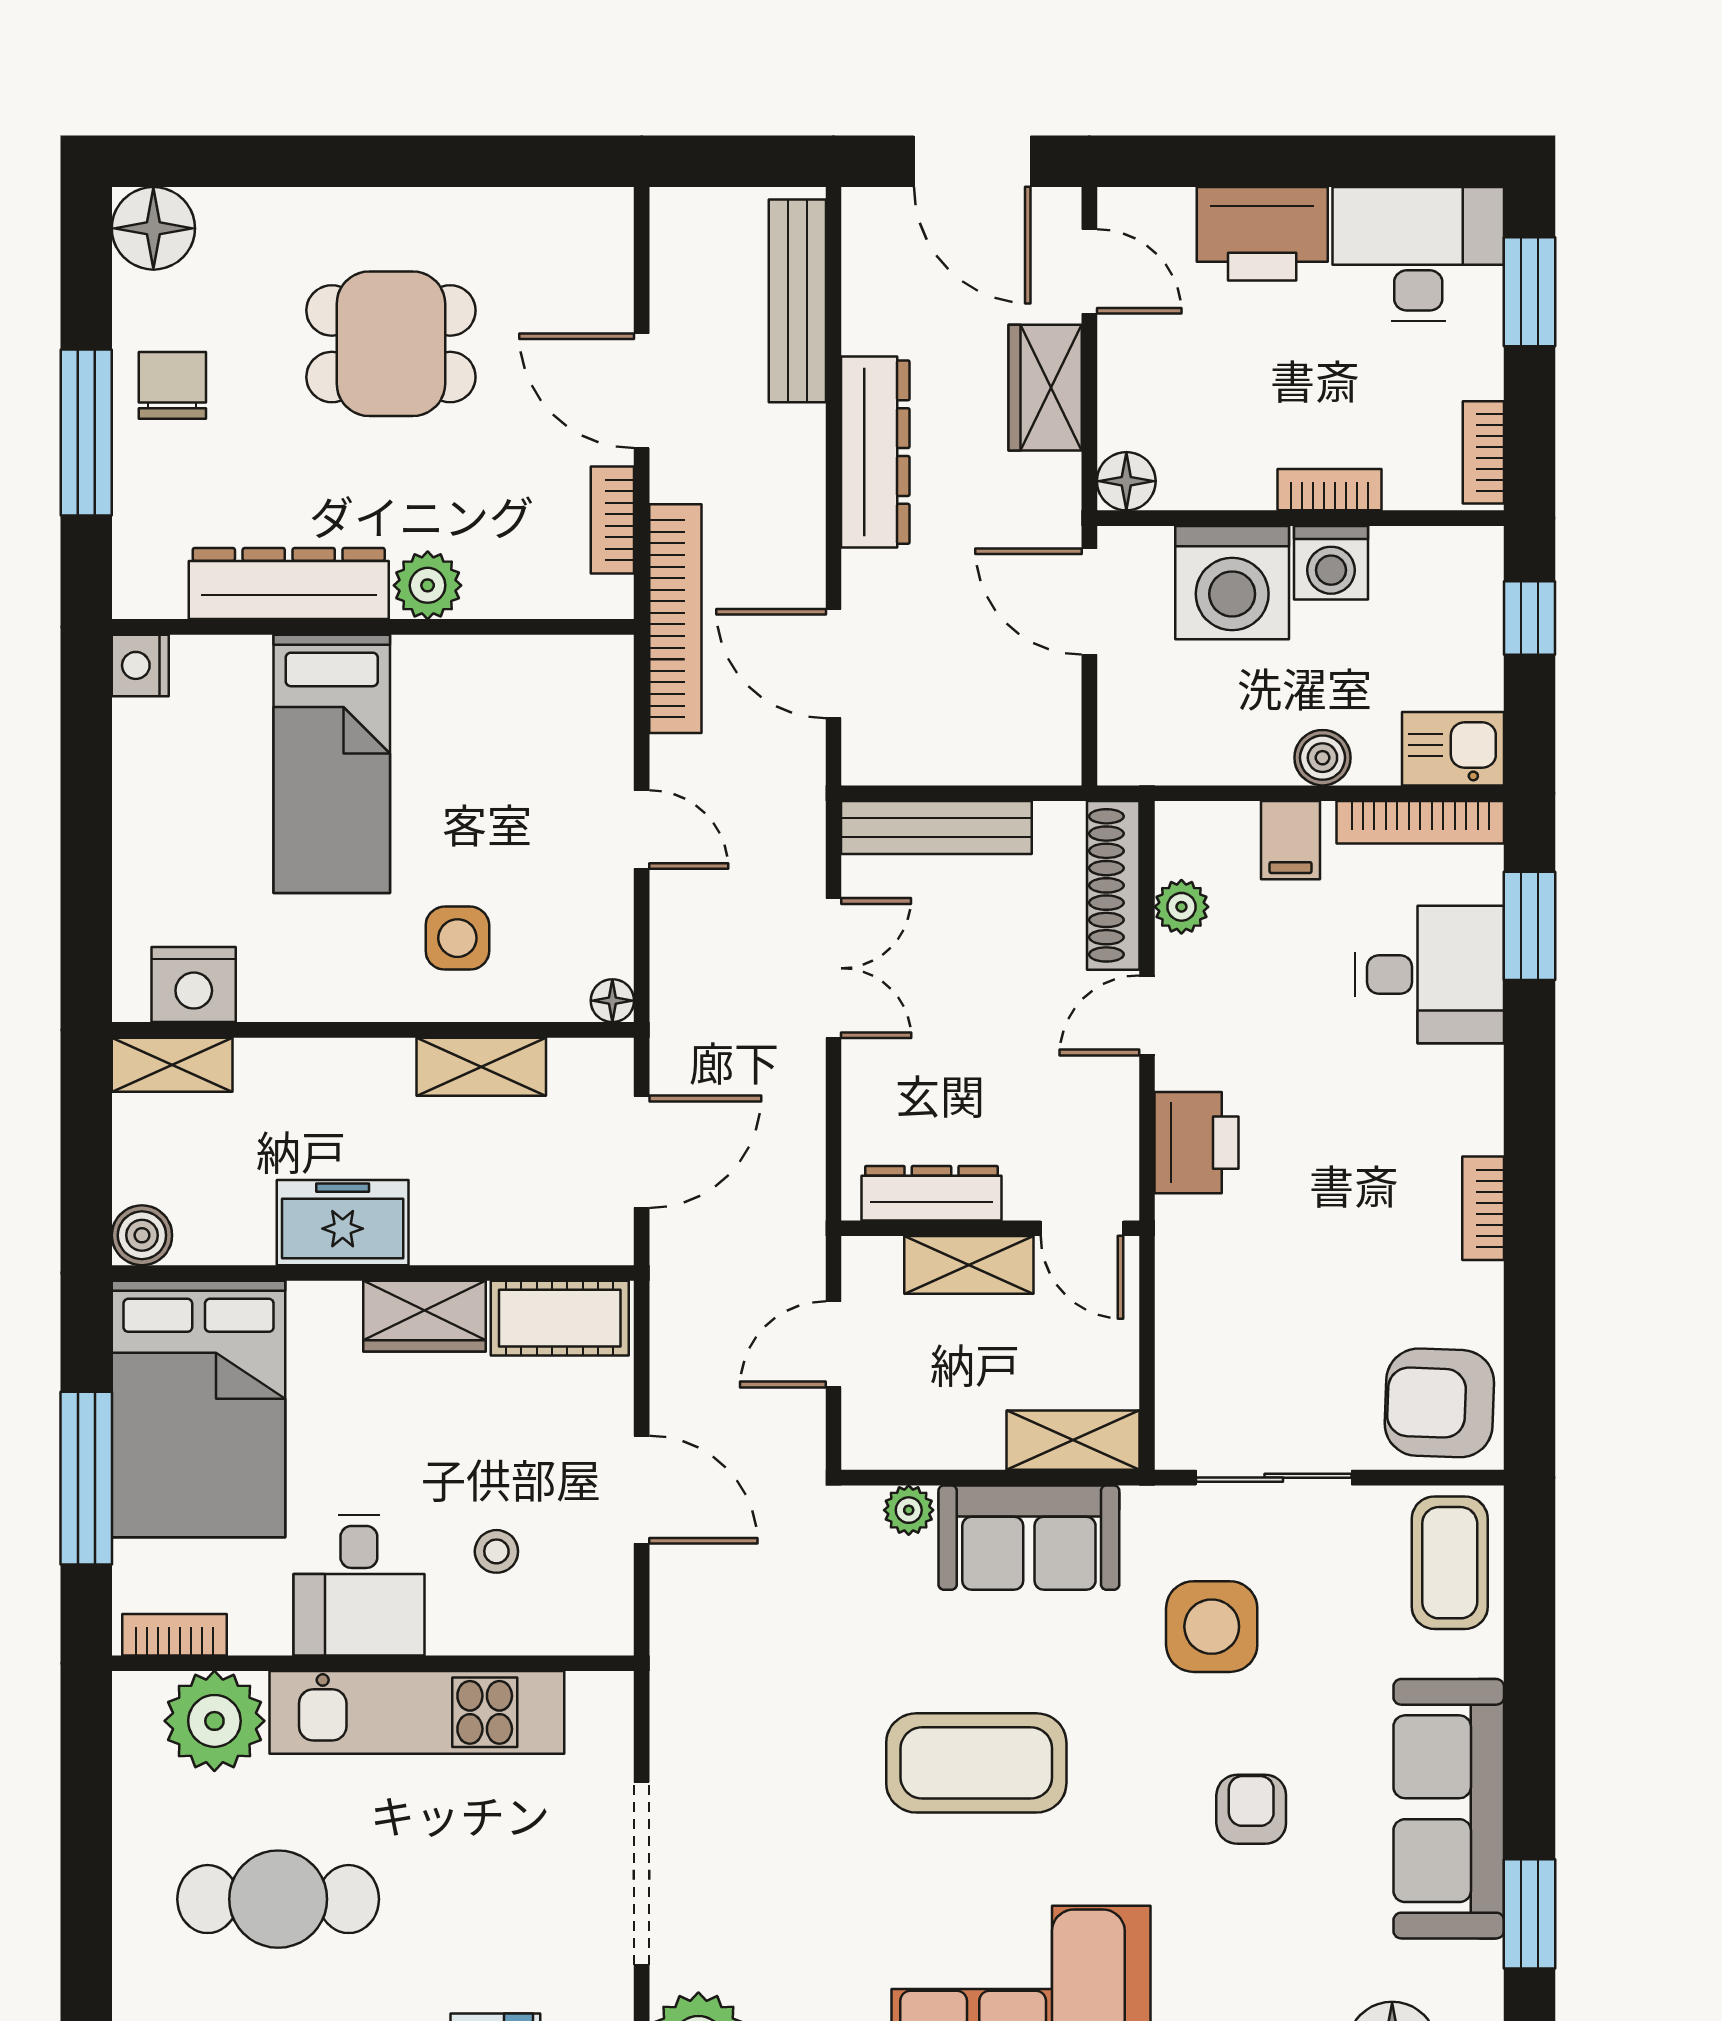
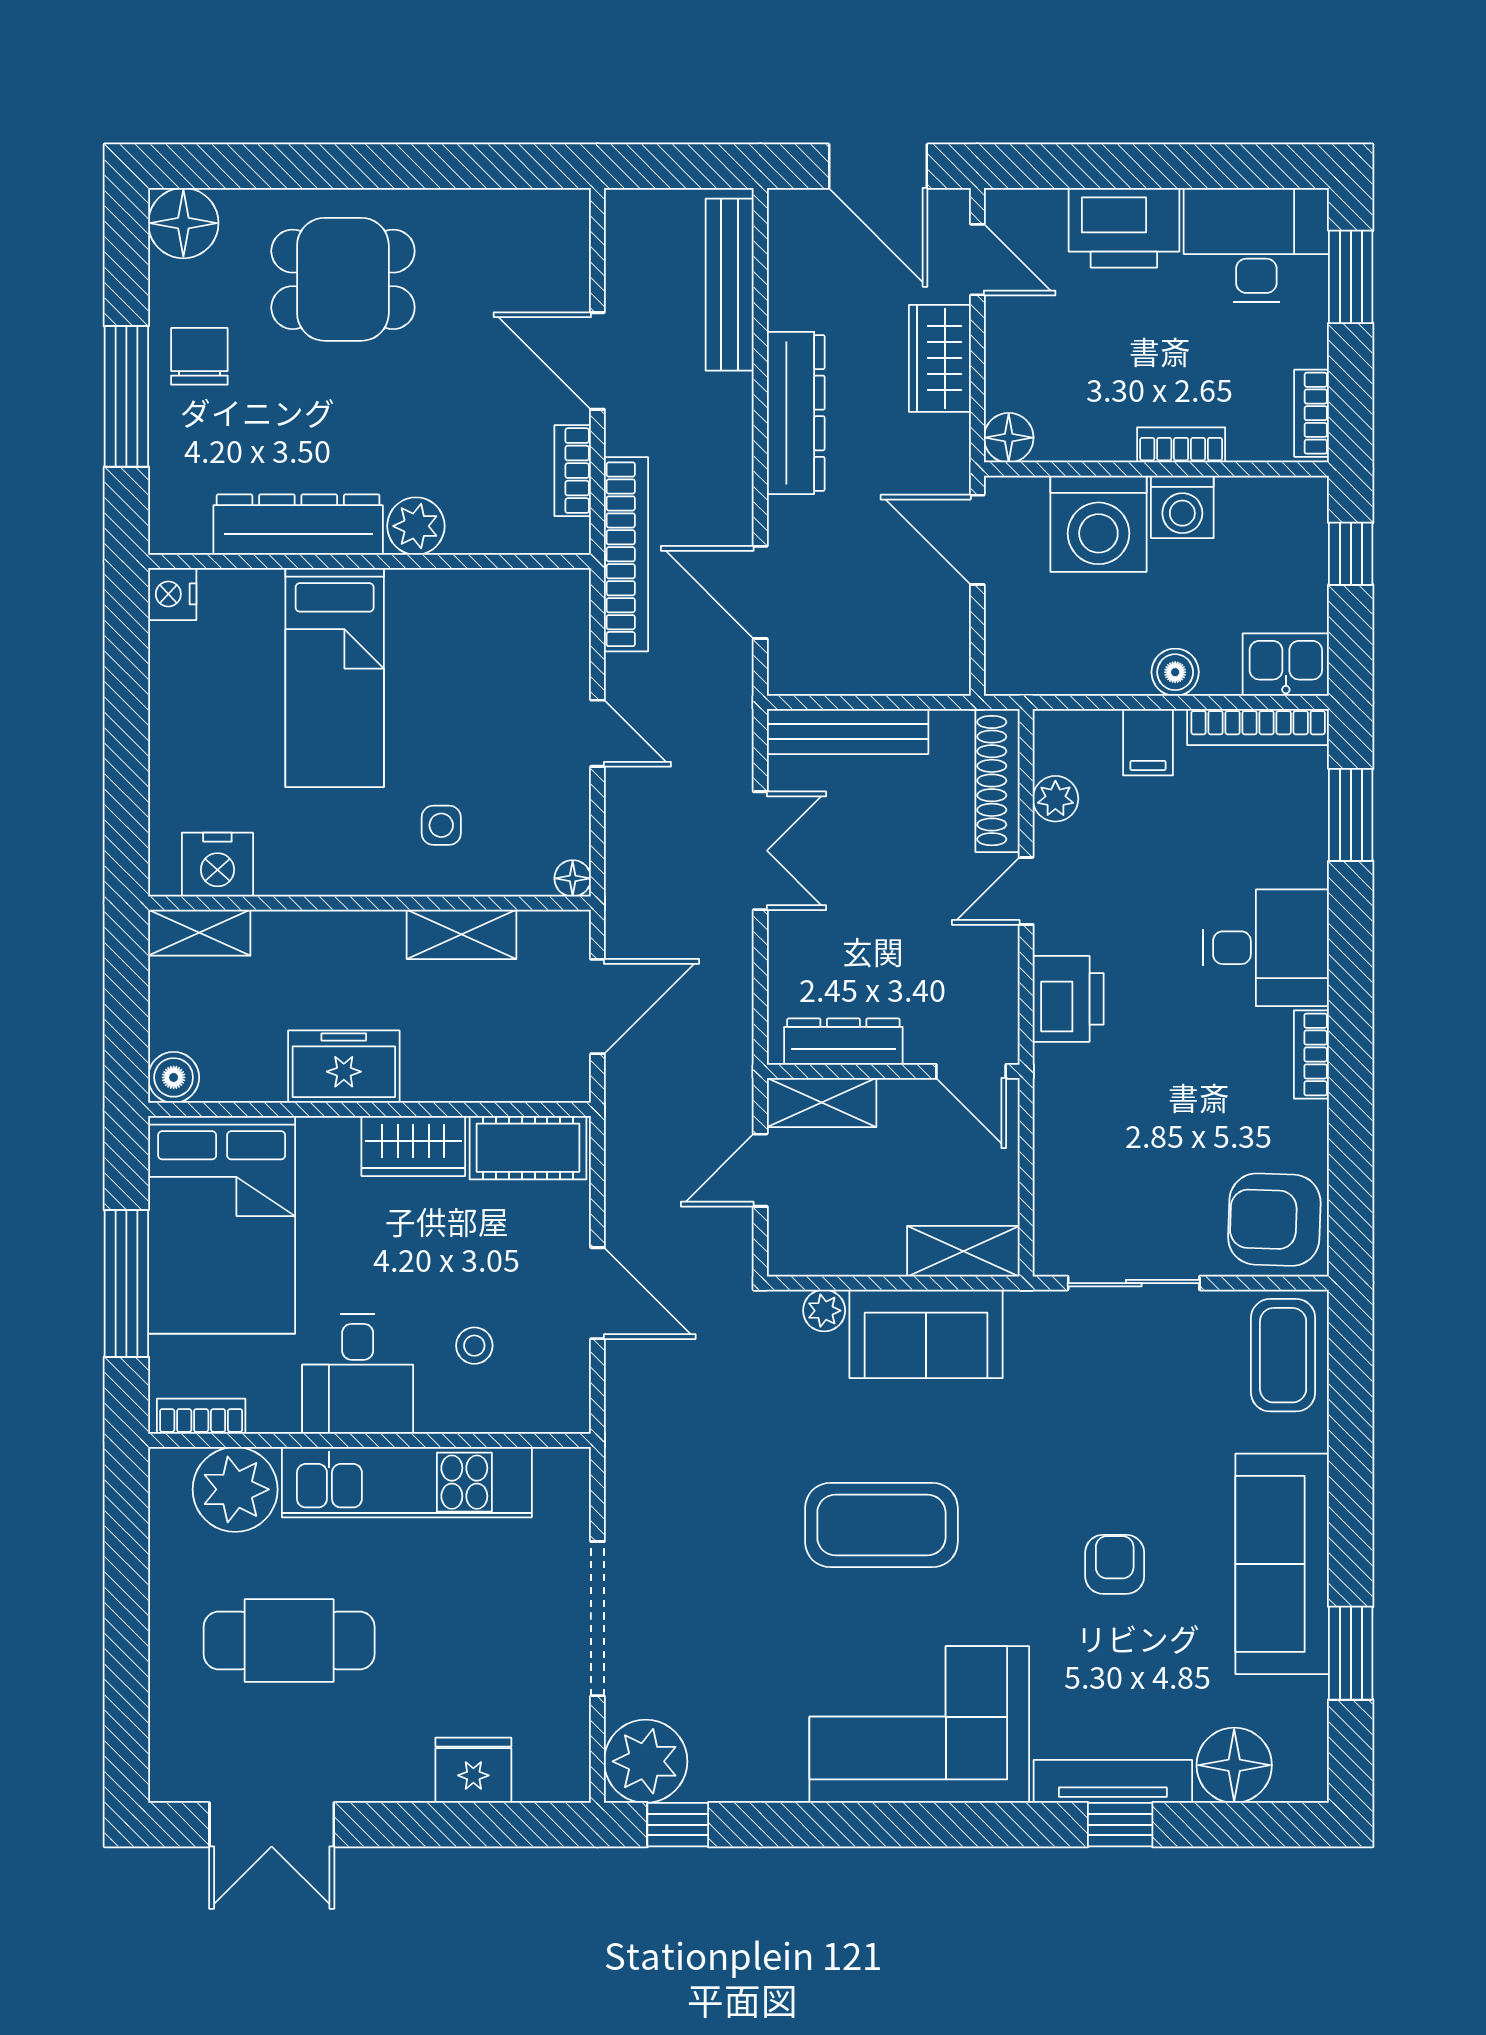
dining table: (391, 344) -> (343, 279), moved
side table: (457, 938) -> (441, 825), width x0.73, depth x0.73
desk: (1430, 975) -> (1266, 948), moved
shelving: (969, 1265) -> (822, 1103), moved
side table: (1212, 1627) -> (1081, 1409), removed

